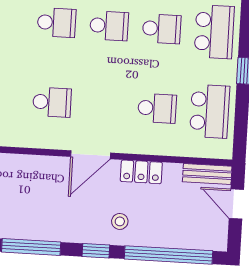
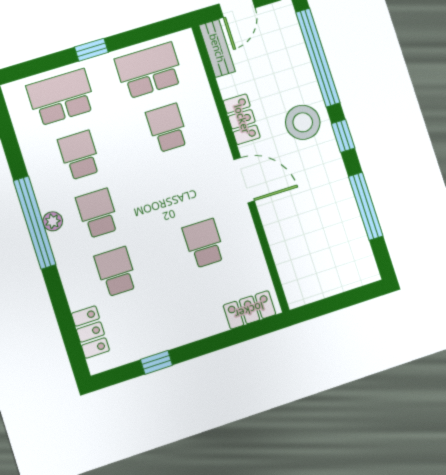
stool: (120, 221) -> (303, 122), width x1.89, depth x1.89

